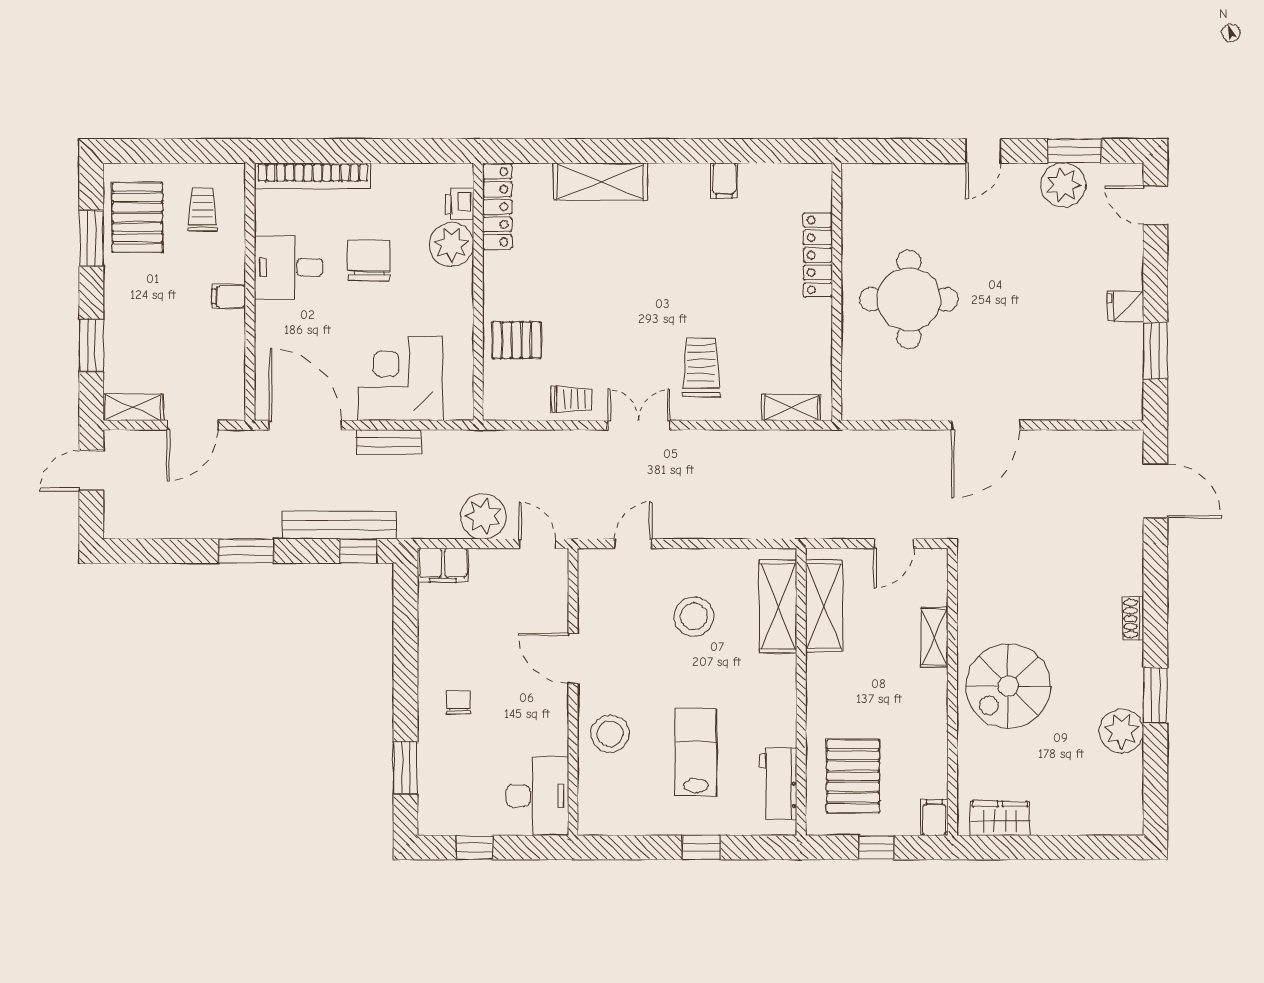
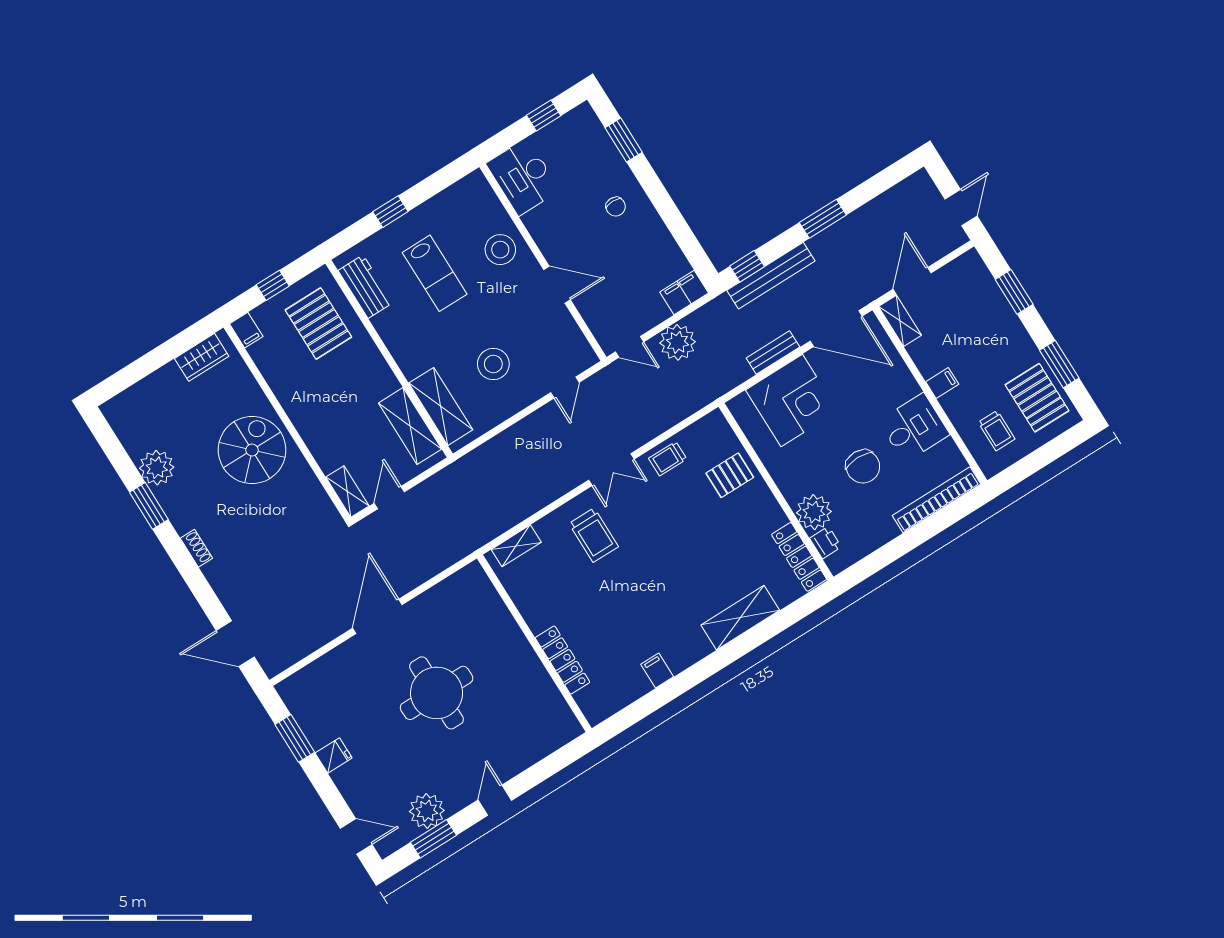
round table: (909, 299) -> (437, 693), moved
shelving: (133, 407) -> (900, 321), moved, turned 90
shelving: (934, 637) -> (347, 492), moved

